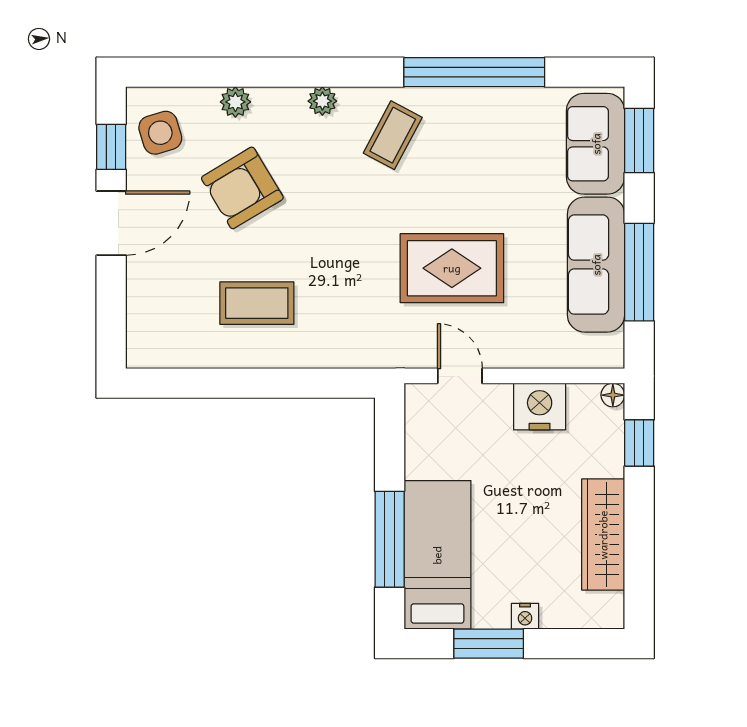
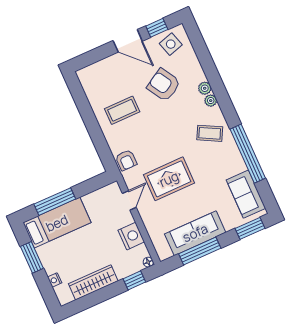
plant: (235, 102) -> (205, 88), moved
sofa: (596, 144) -> (246, 194), moved, turned -90
rug: (452, 268) -> (169, 179), turned 90
coffee table: (257, 303) -> (122, 110), turned 90
armchair: (369, 343) -> (126, 160), added
nightstand: (525, 616) -> (55, 280), moved

